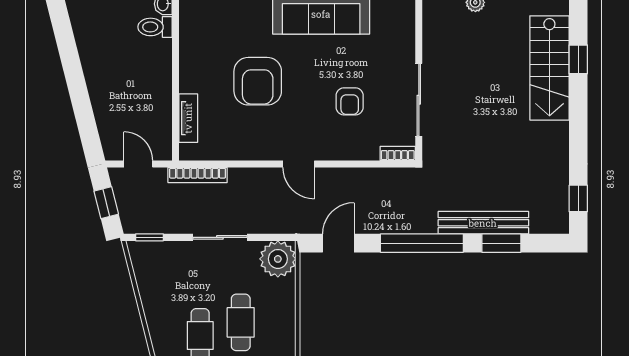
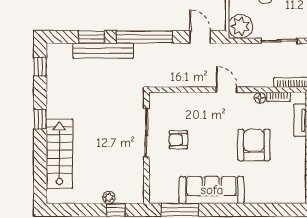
window: (578, 59) -> (40, 119), moved
armchair: (350, 101) -> (178, 140), moved, turned -91
floor lamp: (249, 152) -> (260, 98), added
bookcase: (398, 153) -> (279, 97), moved
door: (338, 243) -> (200, 37), swing flipped

